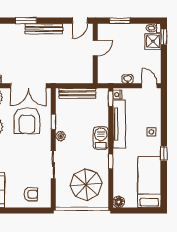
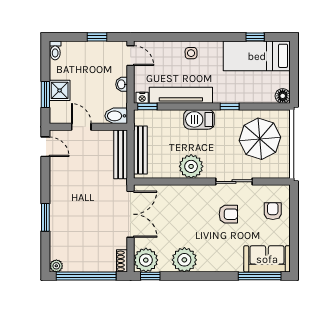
bench: (44, 29) -> (121, 154), moved
window: (164, 37) -> (97, 37), moved
shower: (153, 41) -> (60, 90), moved
bidet: (104, 75) -> (116, 116), added
door: (149, 86) -> (131, 56), swing flipped
armchair: (27, 121) -> (228, 214), moved, width x0.53, depth x0.53
window: (53, 122) -> (178, 182), removed
plant: (61, 136) -> (191, 166), width x1.87, depth x1.87
window: (164, 153) -> (255, 37), moved

